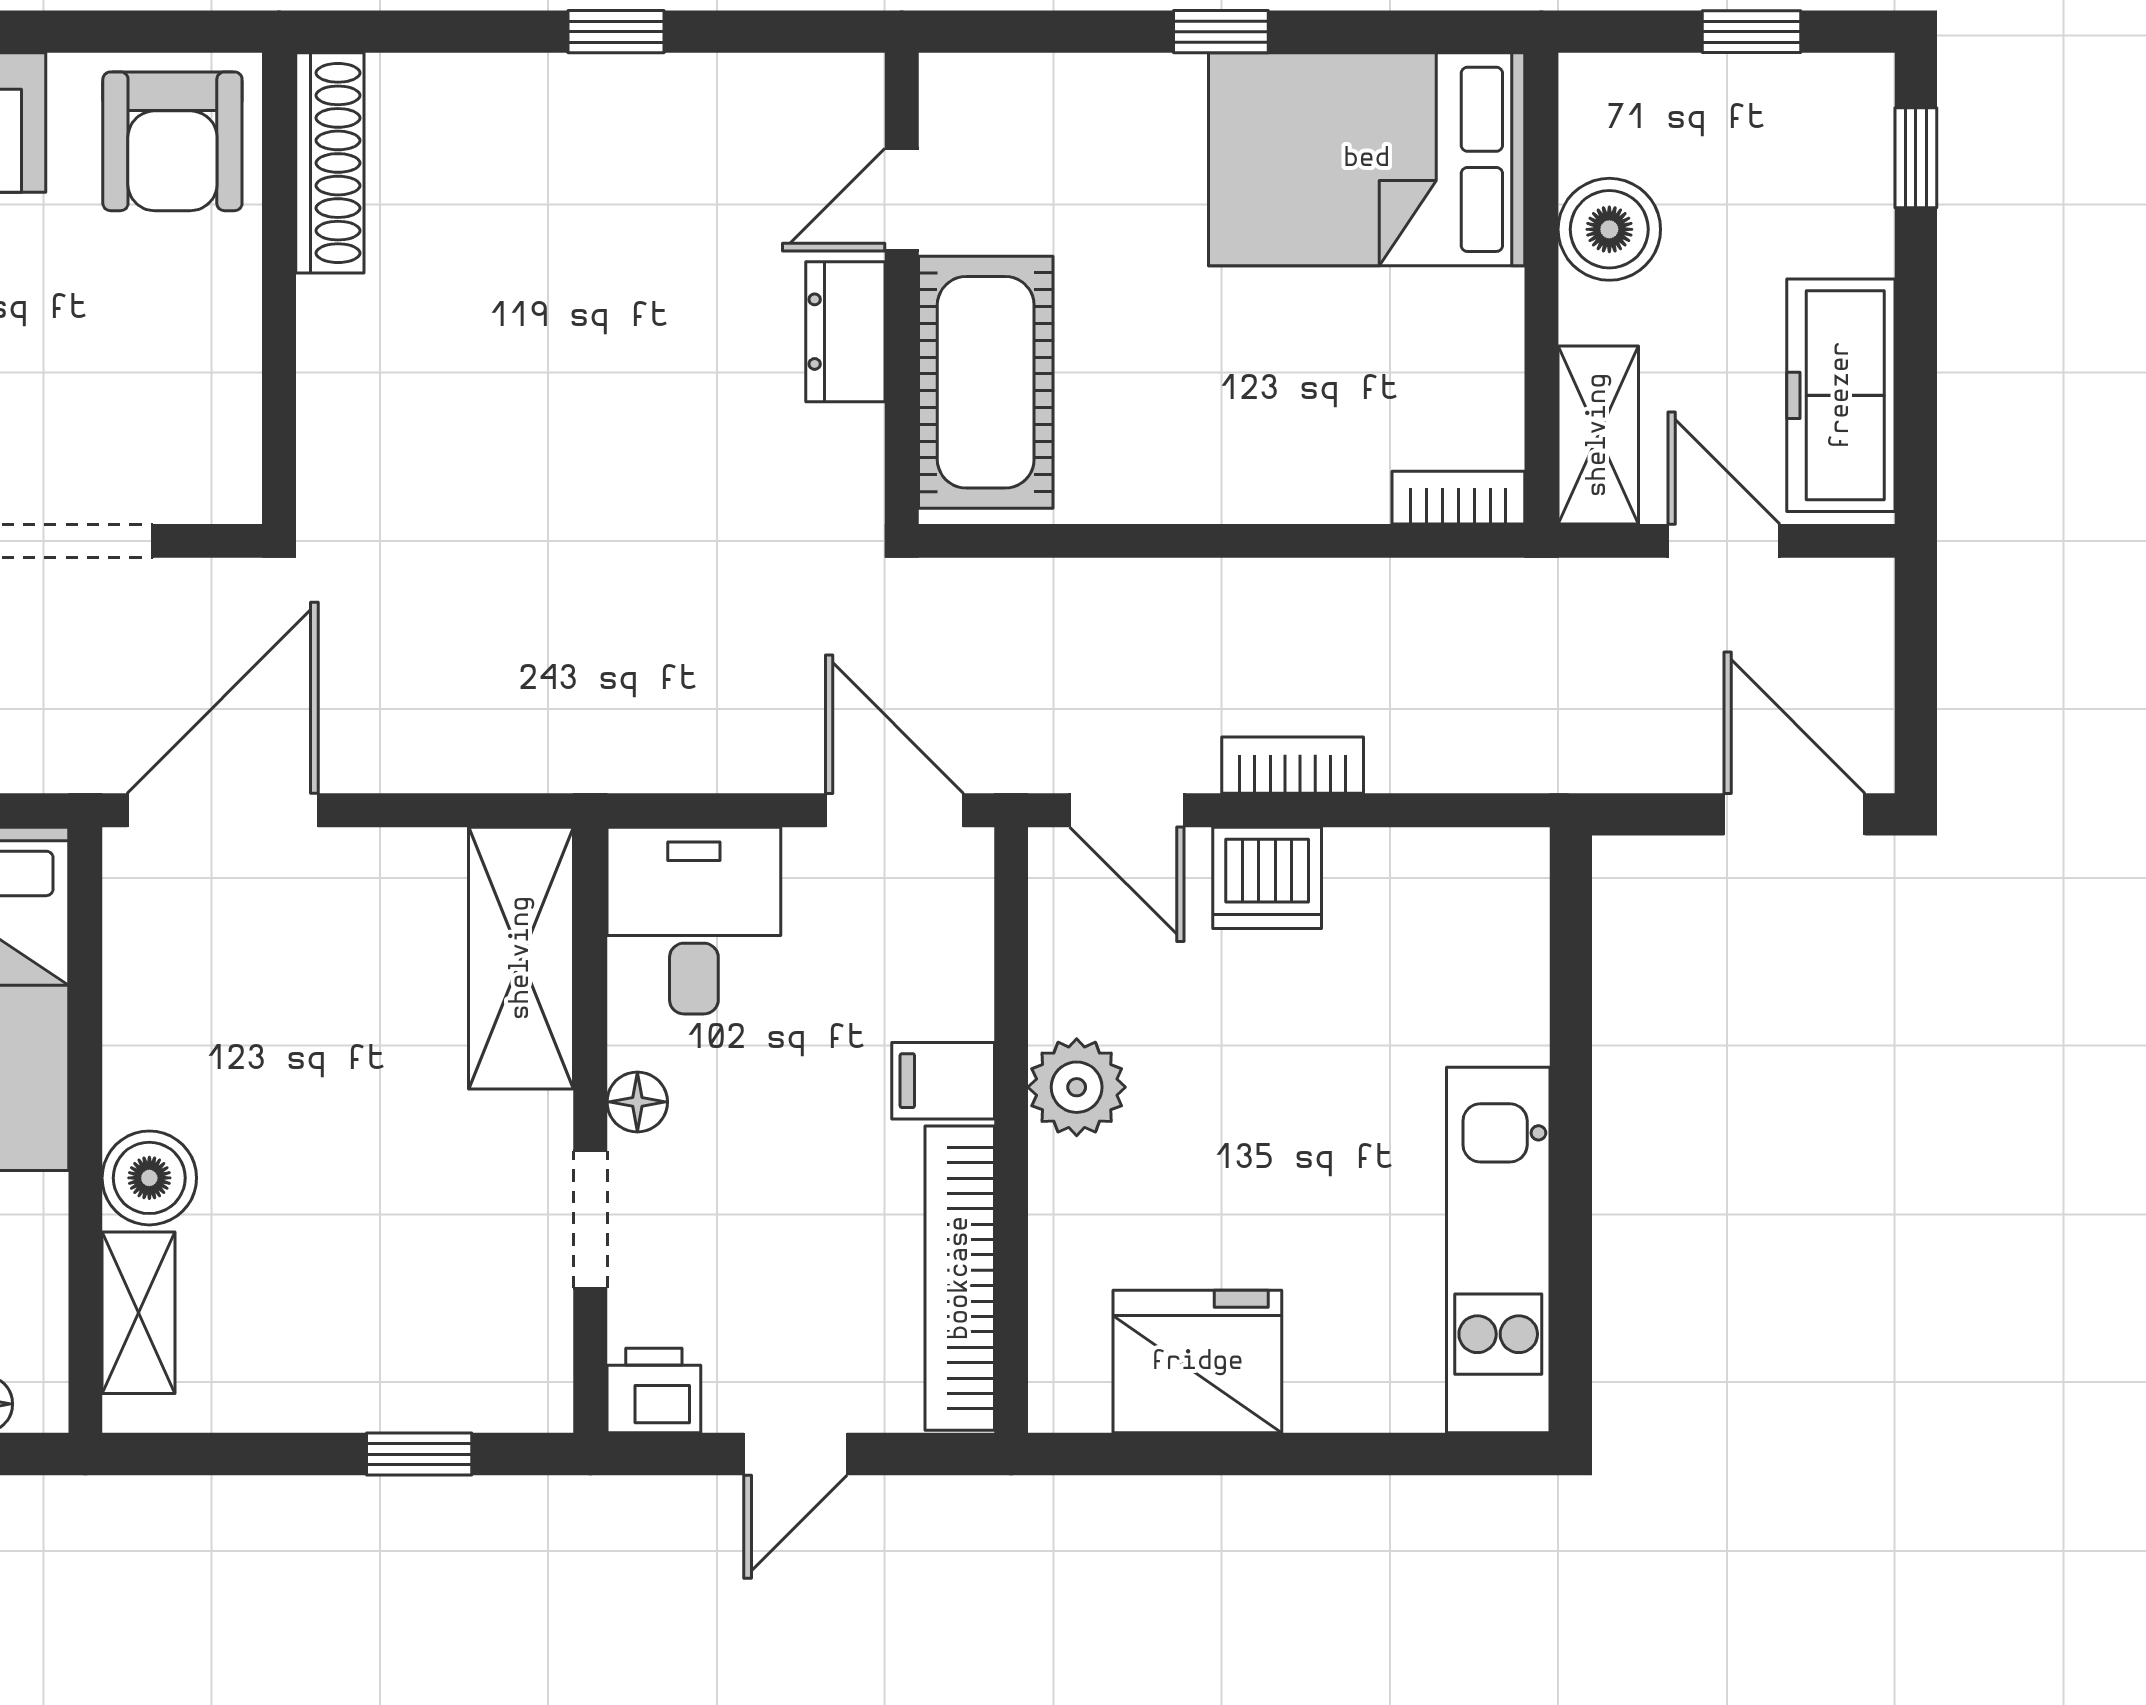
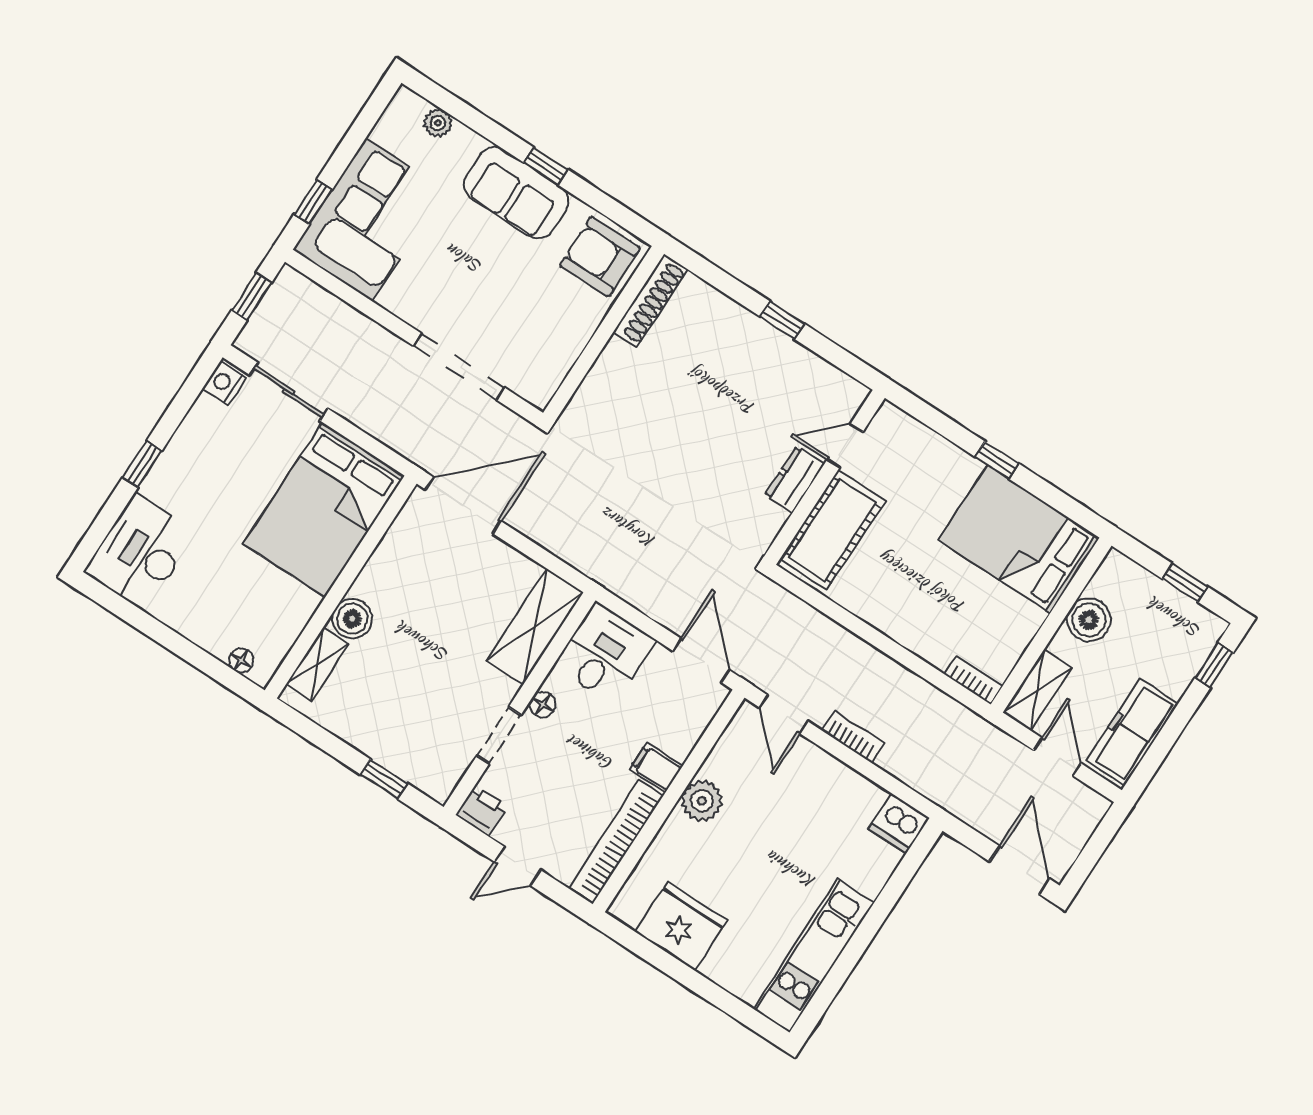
armchair: (172, 141) -> (600, 257), turned 90
dishwasher: (1267, 878) -> (899, 823), moved

